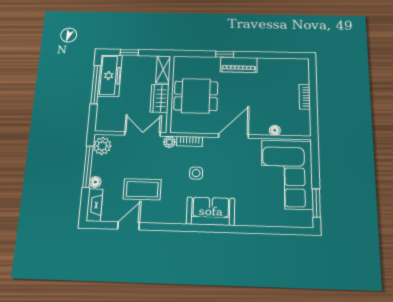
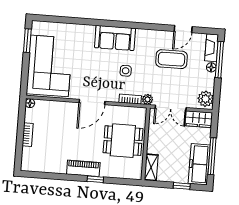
wardrobe: (160, 98) -> (199, 119), moved, turned 90
floor lamp: (275, 130) -> (30, 103), moved
window: (88, 167) -> (219, 60), moved

